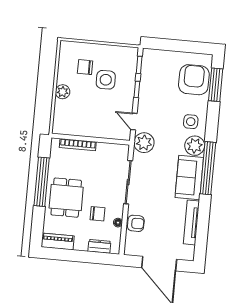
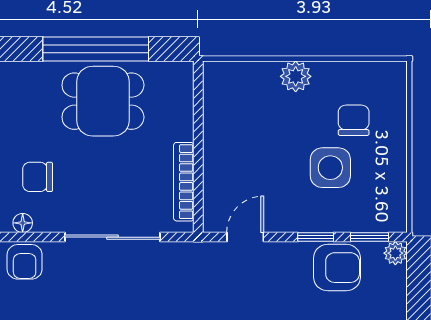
armchair: (152, 81) -> (337, 268), added
plant: (144, 143) -> (395, 253), moved, width x0.53, depth x0.53
bookcase: (78, 145) -> (184, 182), moved
dining table: (66, 198) -> (103, 101), moved
chair: (98, 214) -> (38, 177), turned 90

